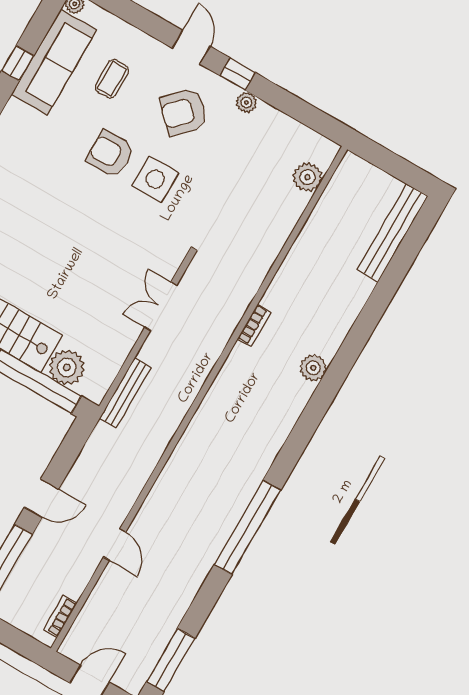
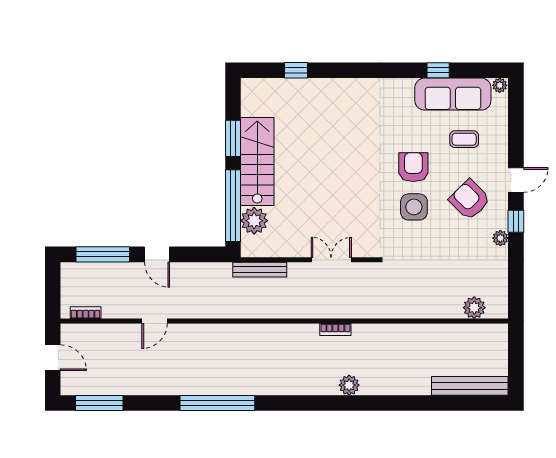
bookcase: (254, 326) -> (335, 330), moved

